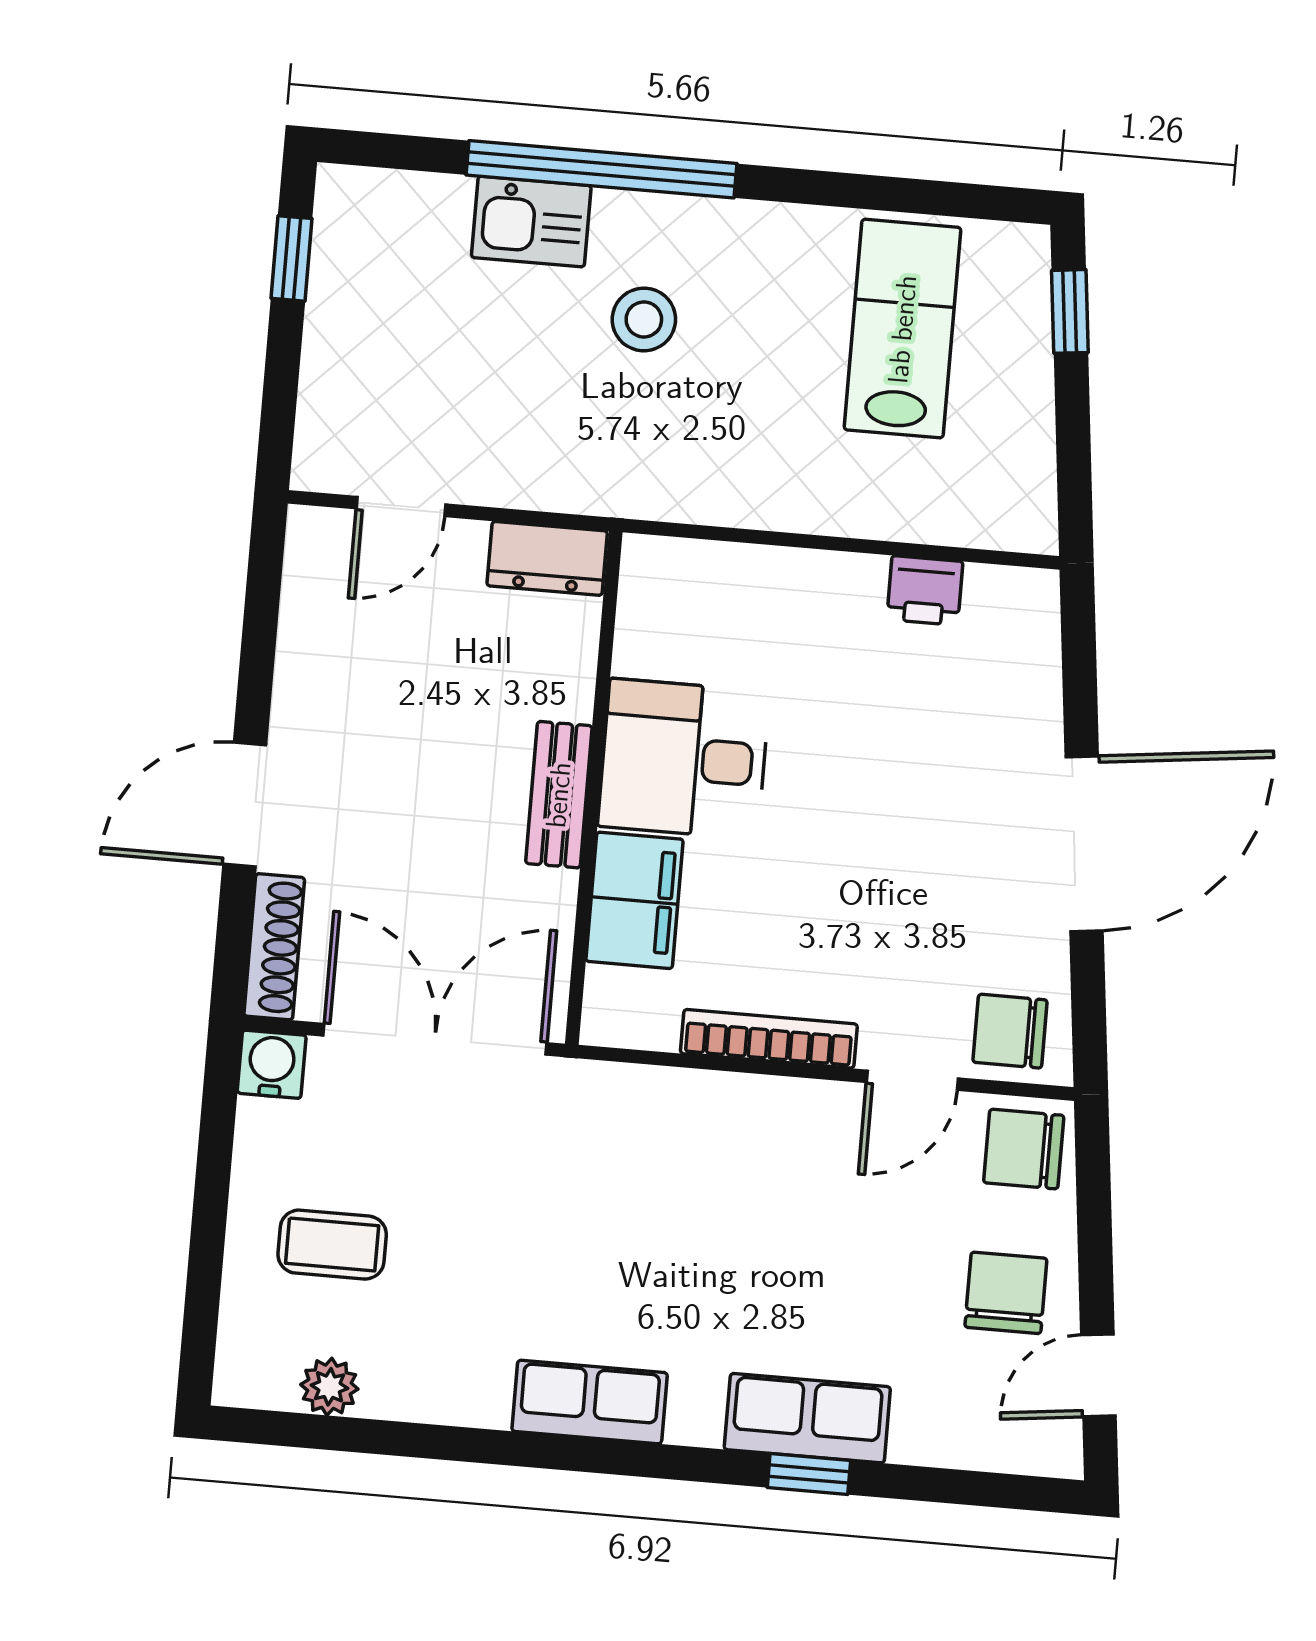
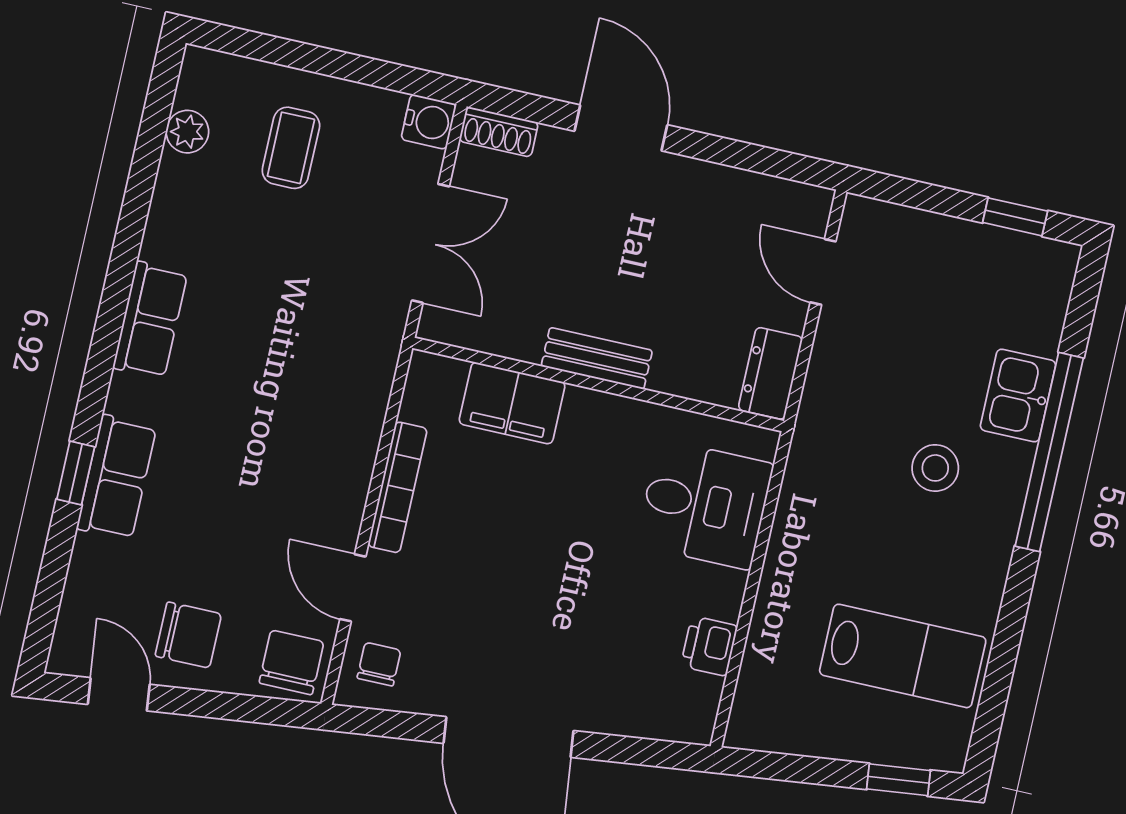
desk: (684, 759) -> (705, 504), moved, turned 90
shoe rack: (274, 947) -> (499, 132), width x0.70
chair: (1010, 1031) -> (379, 664), width x0.73, depth x0.73
double door: (435, 1039) -> (430, 243), width x0.73

